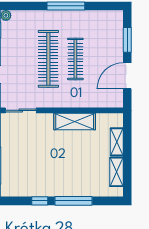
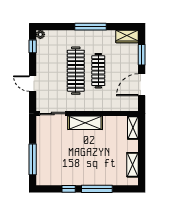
wardrobe: (110, 18) -> (127, 37), added
shelving: (75, 122) -> (85, 123), moved
shelving: (117, 142) -> (133, 128), moved

